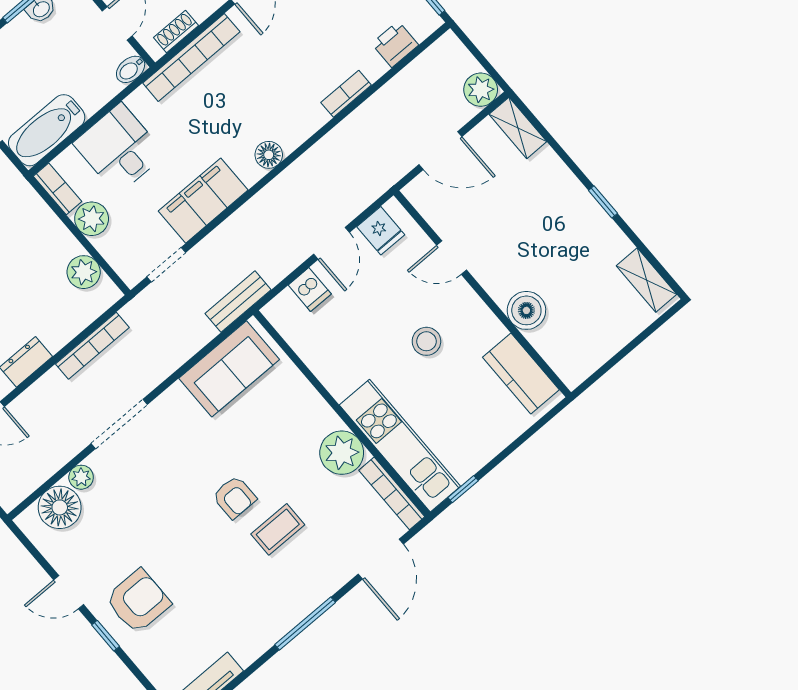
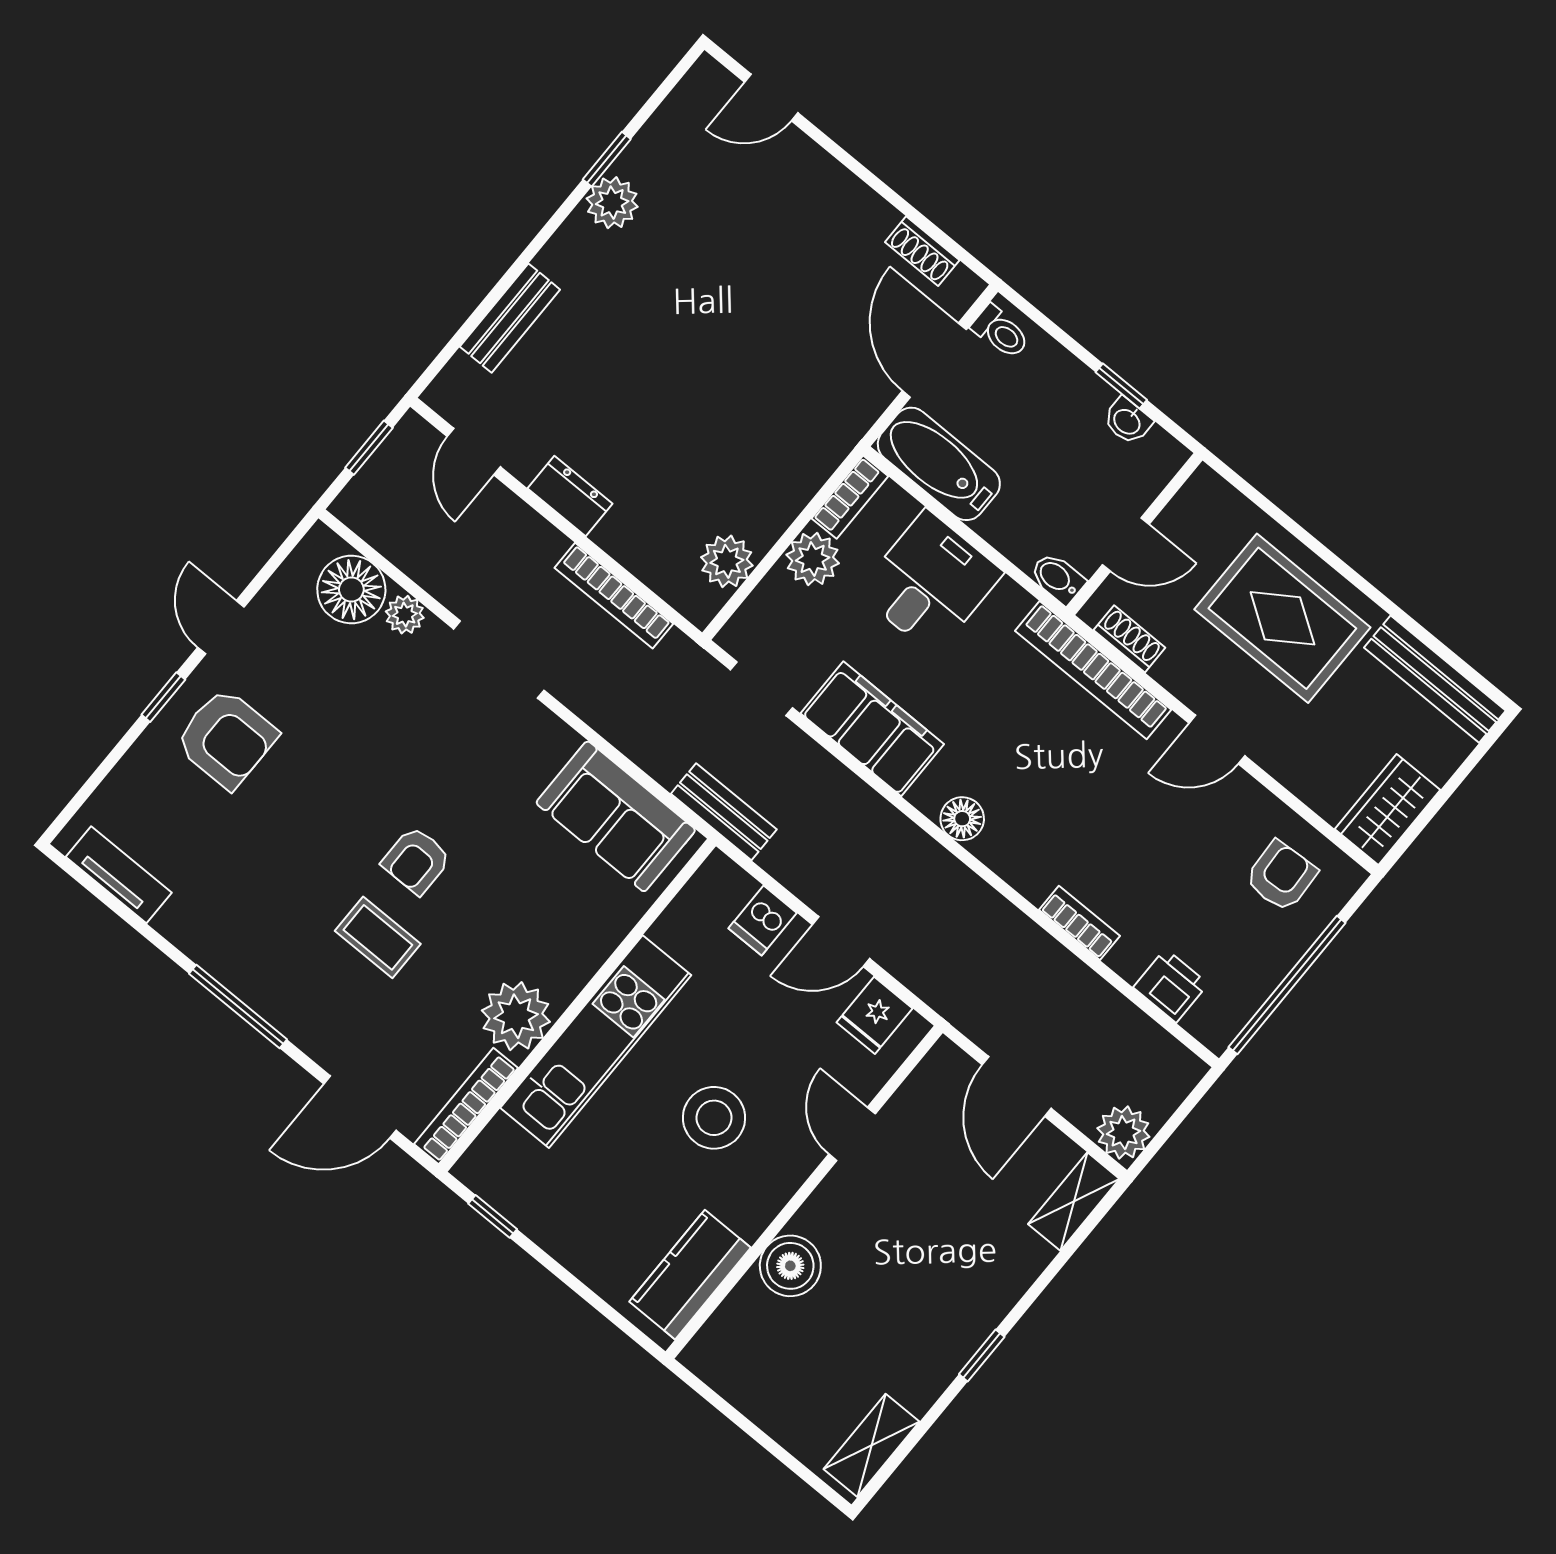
stool: (426, 341) -> (714, 1118), width x1.38, depth x1.38
kitchen unit: (400, 446) -> (596, 1042), moved

